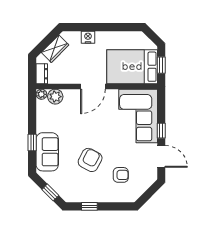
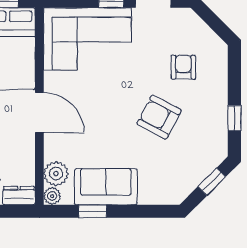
window: (32, 143) -> (93, 211), moved
sofa: (47, 152) -> (106, 187), moved

